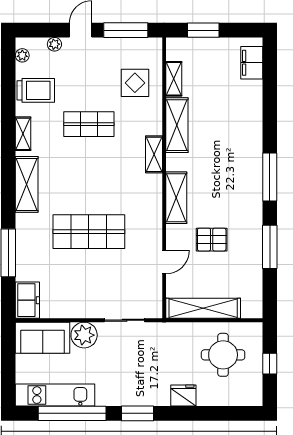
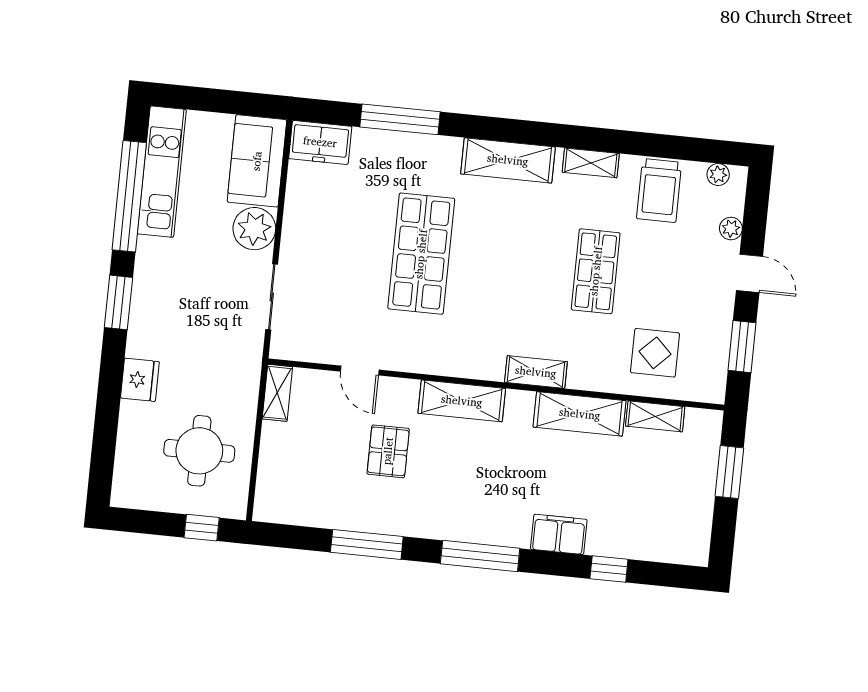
window: (126, 30) -> (742, 347), width x0.69
filing cabinet: (252, 63) -> (559, 534), moved
window: (270, 98) -> (609, 569), added
shelving: (203, 308) -> (277, 393), width x0.45, depth x0.75
window: (270, 364) -> (202, 528), moved

